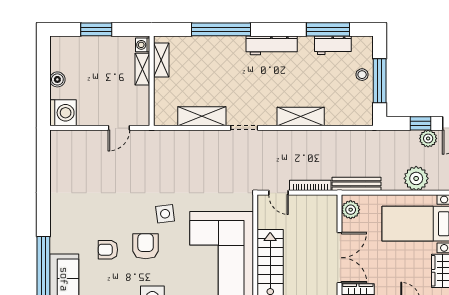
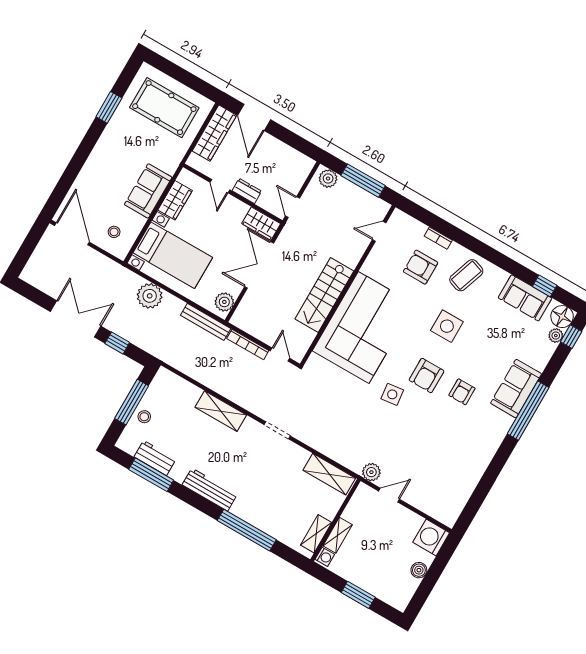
shelving: (202, 116) -> (329, 474), moved
plant: (428, 138) -> (371, 472), moved
armchair: (108, 250) -> (462, 392), turned 90

